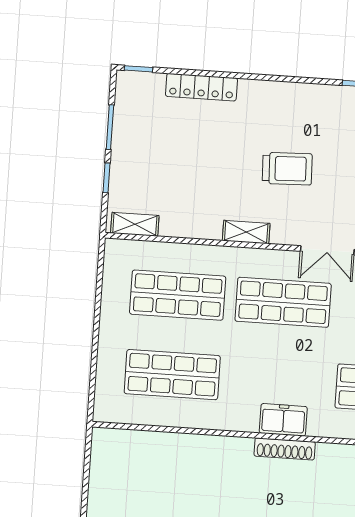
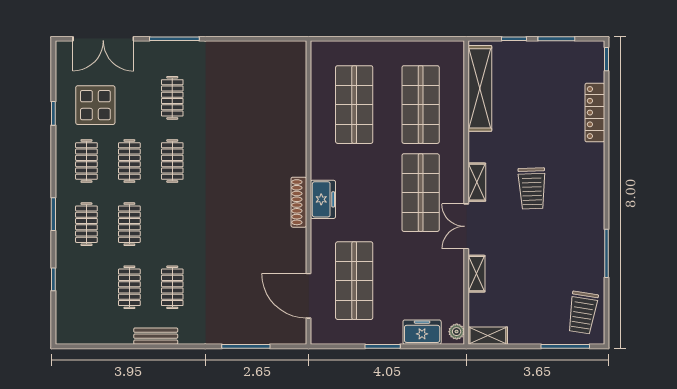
shelving: (135, 224) -> (480, 88), width x2.20, depth x1.33
shelving: (246, 232) -> (477, 182), moved

